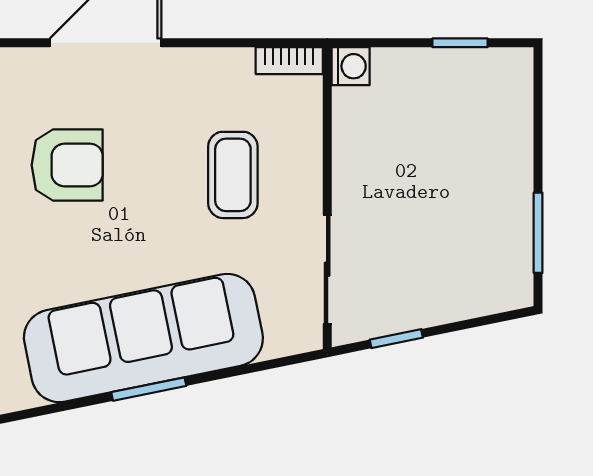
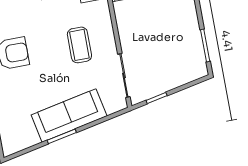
sofa: (143, 338) -> (69, 115), width x0.74, depth x0.79

